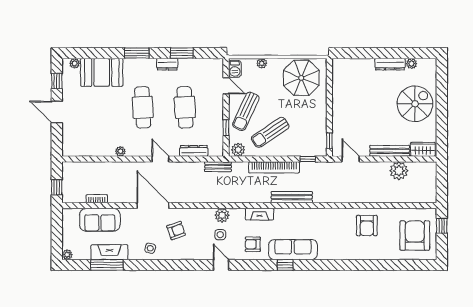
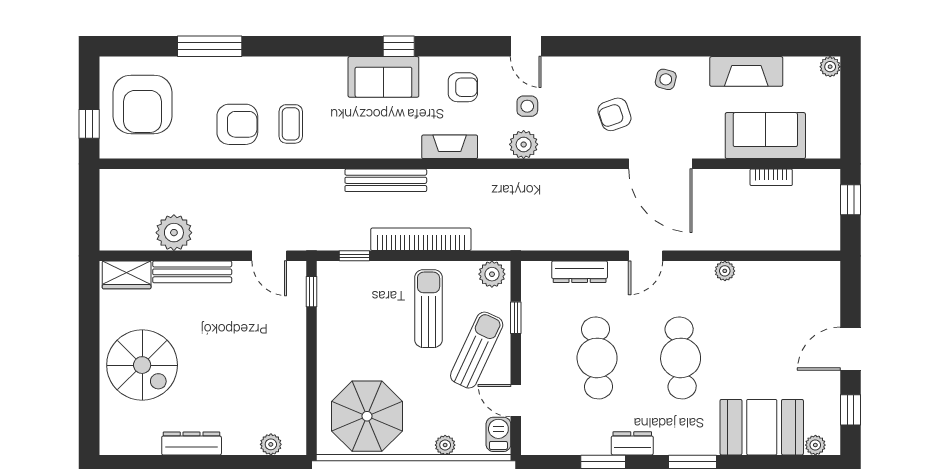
plant: (411, 64) -> (271, 444), moved
spiral stairs: (415, 104) -> (142, 365), turned -90
door: (57, 112) -> (850, 349), swing flipped
sun lounger: (270, 132) -> (429, 309), turned -56
door: (160, 159) -> (646, 256), hinge flipped
bench: (218, 167) -> (532, 241), removed
armchair: (367, 225) -> (237, 124), turned 90
coffee table: (340, 226) -> (291, 124), added
sofa: (293, 249) -> (383, 77), width x0.73
window: (107, 265) -> (210, 46), moved

